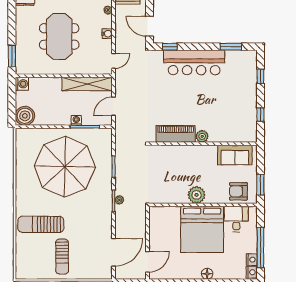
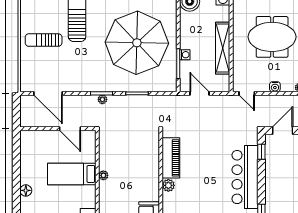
shelving: (87, 84) -> (223, 48), moved
plant: (197, 195) -> (103, 175), width x0.53, depth x0.53
bed: (202, 229) -> (72, 174), width x0.49
door: (147, 262) -> (70, 129), moved

